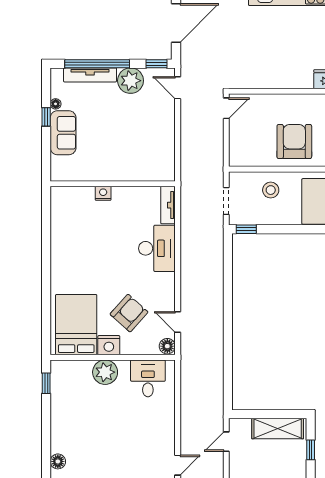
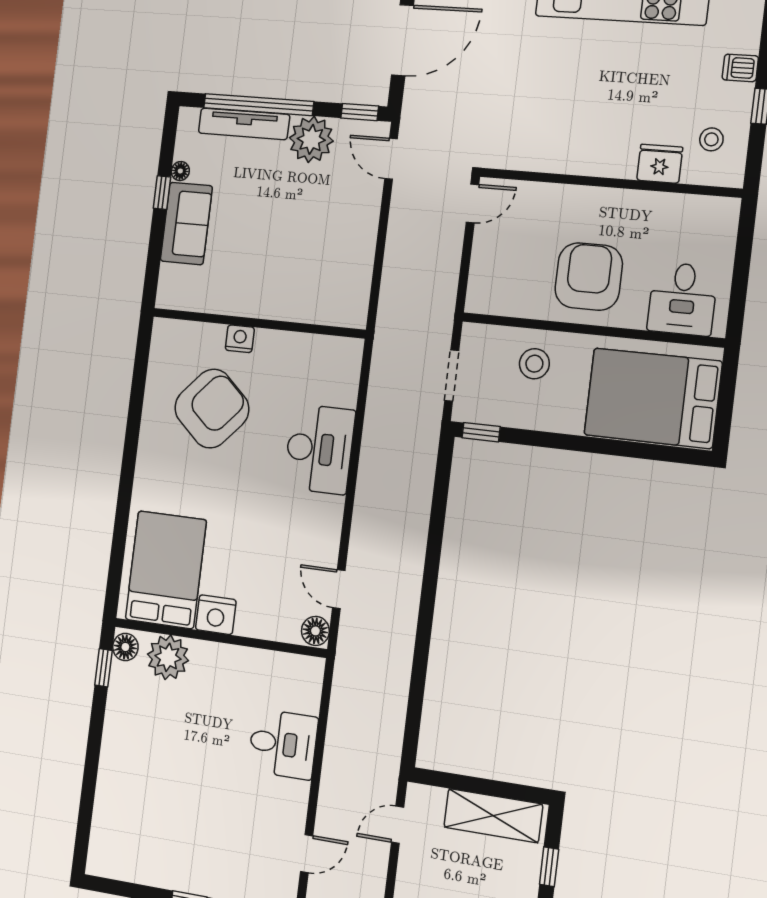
tv unit: (168, 205) -> (348, 372), removed
armchair: (129, 313) -> (212, 409), moved, width x1.36, depth x1.36
plant: (105, 372) -> (168, 657), moved
desk: (148, 378) -> (283, 744), moved, turned 90
floor lamp: (58, 461) -> (125, 647), moved

